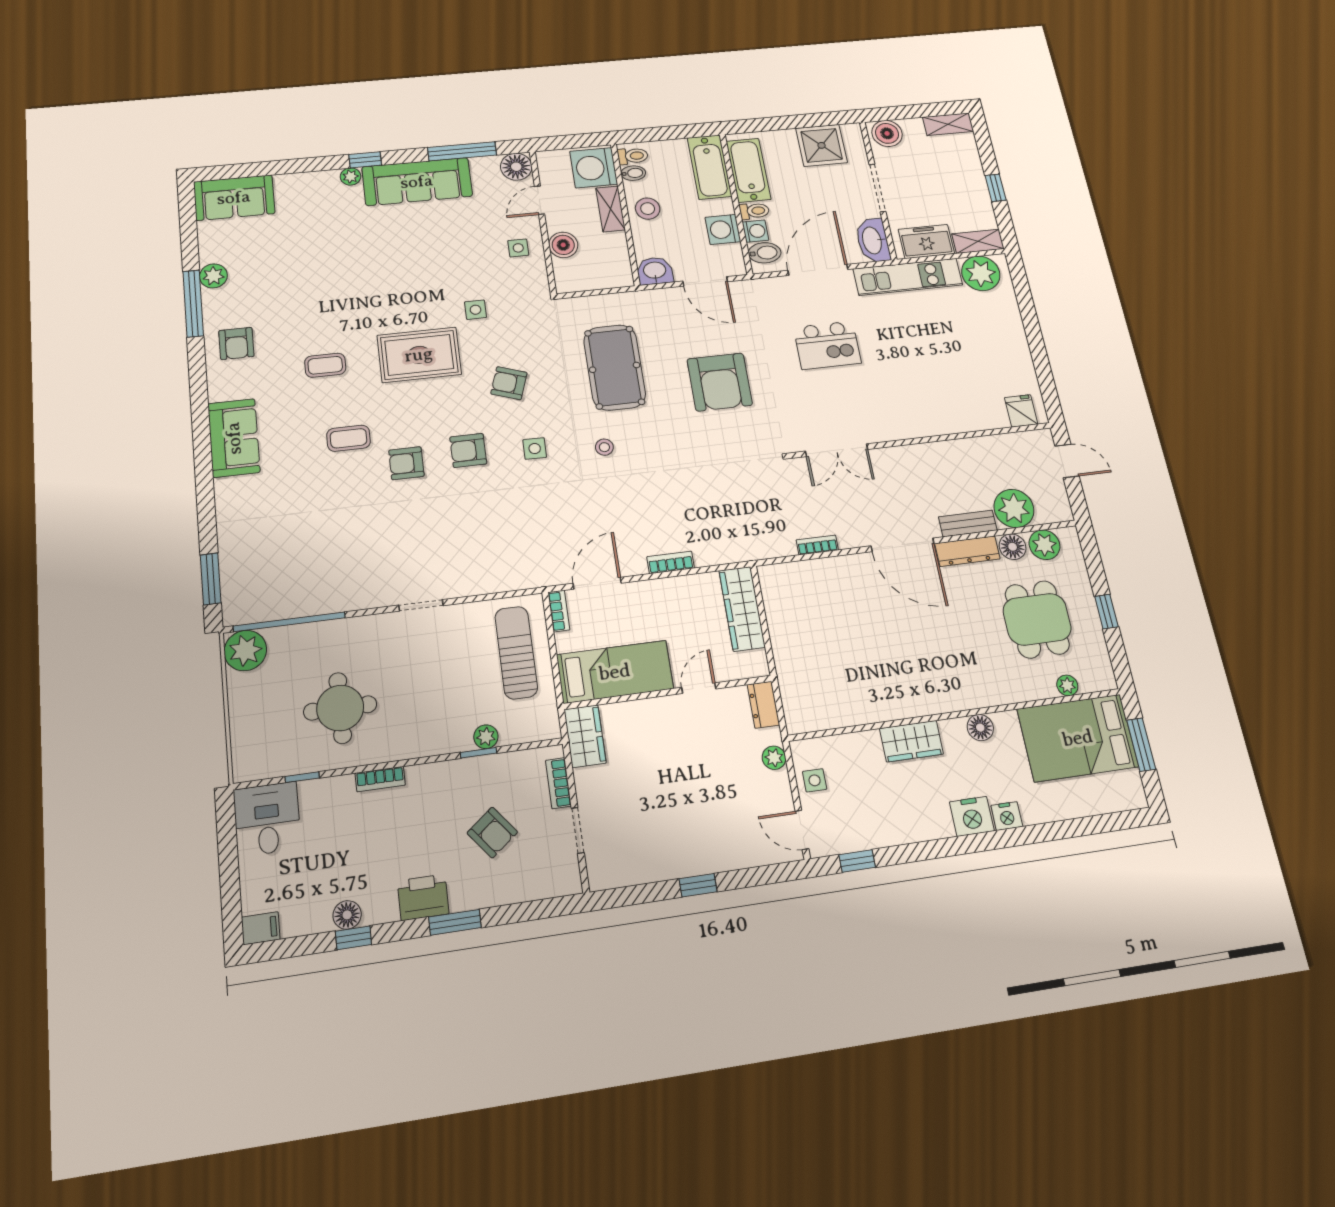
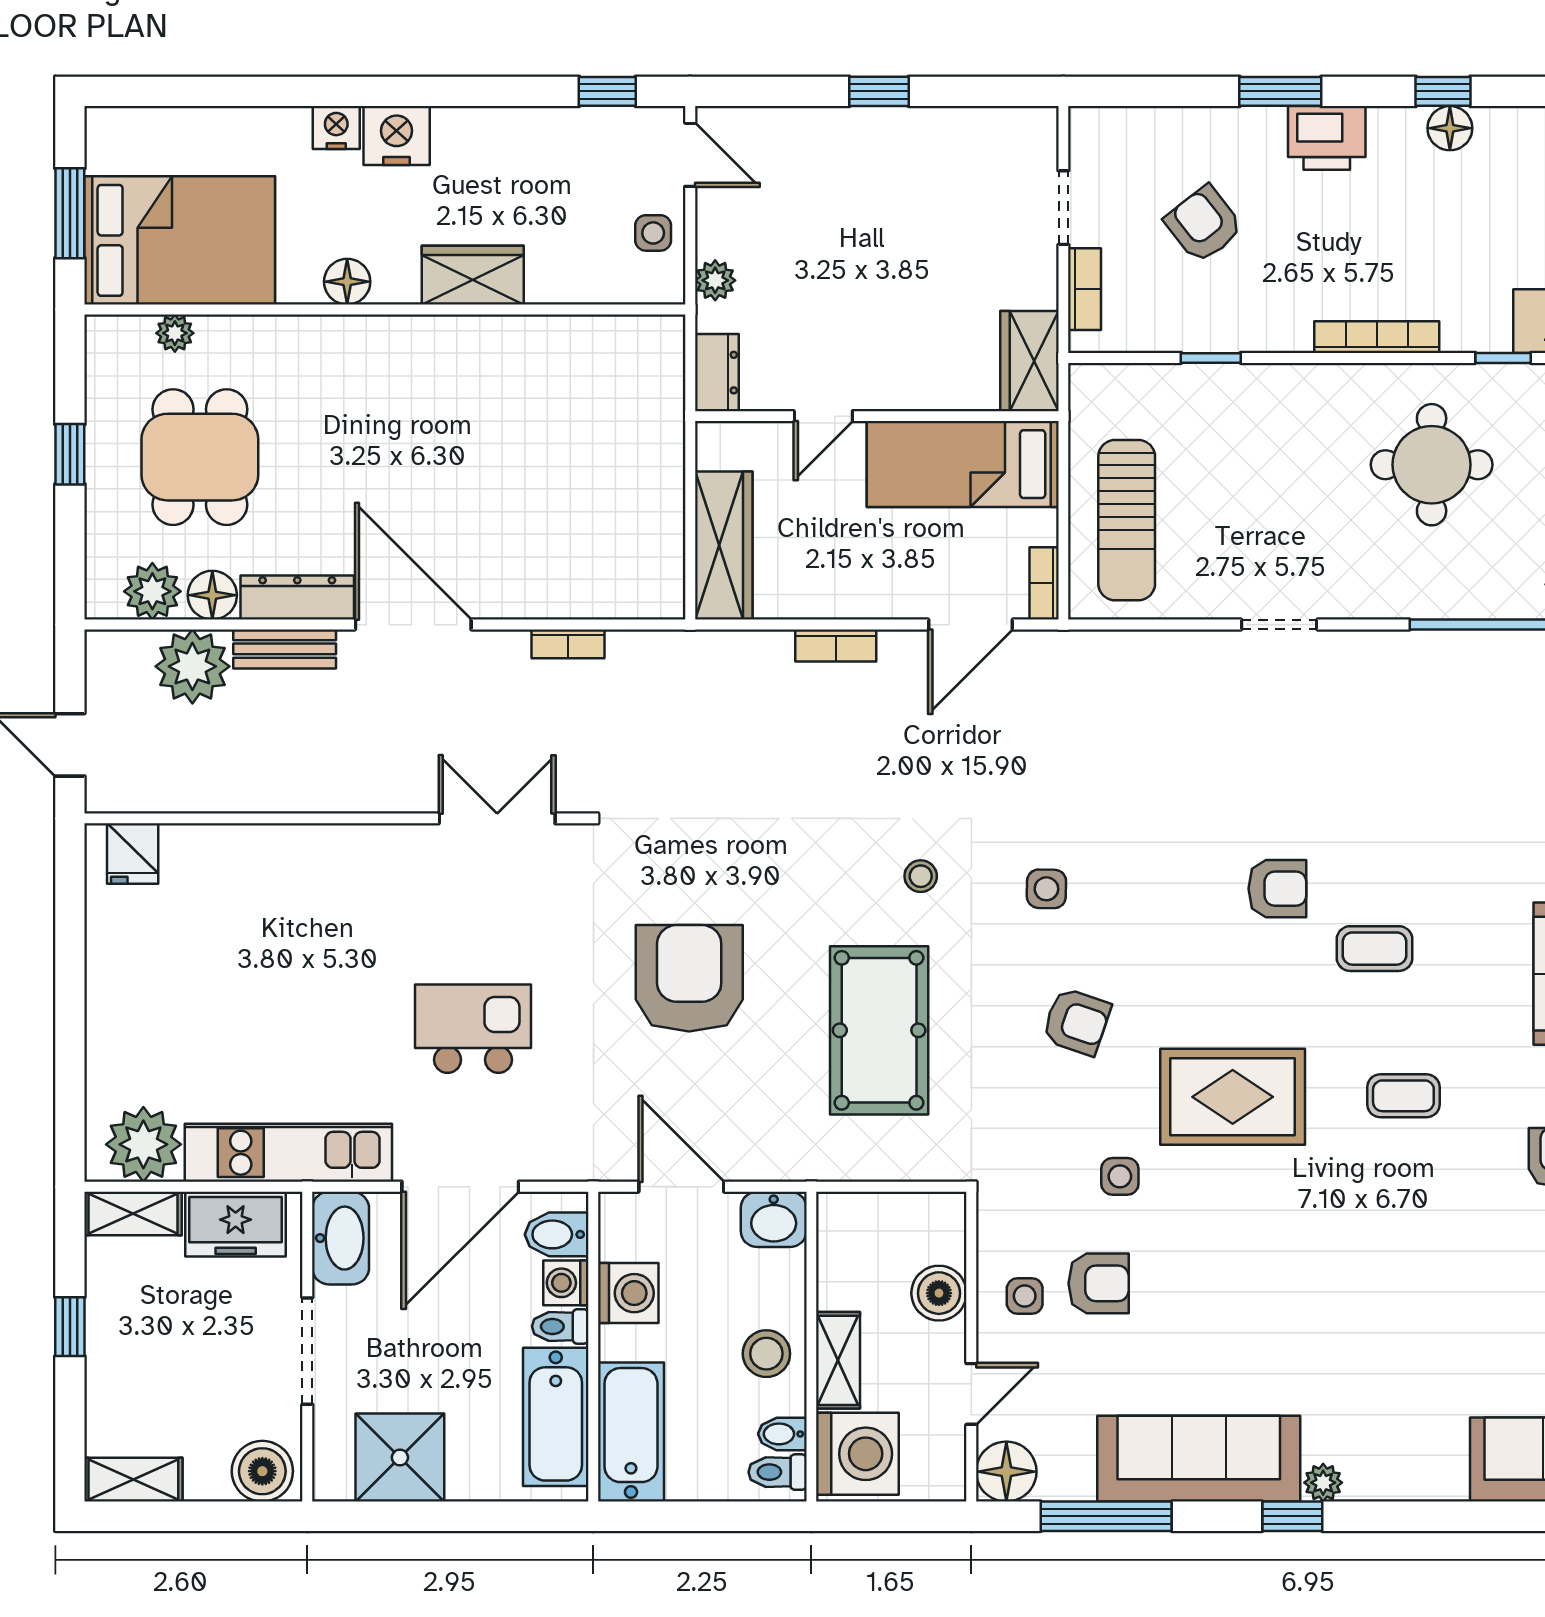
armchair: (468, 450) -> (1099, 1283), moved
plant: (486, 737) -> (1195, 383), removed
bookcase: (380, 779) -> (1377, 337), width x1.56

